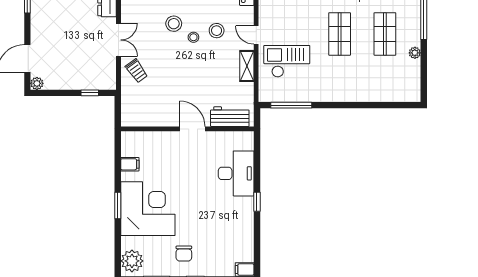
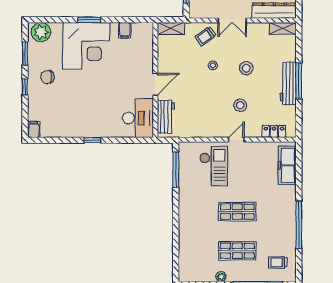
stool: (193, 37) -> (213, 65), moved
shelving: (247, 66) -> (171, 29), moved
desk: (236, 173) -> (138, 118), moved, turned -90

